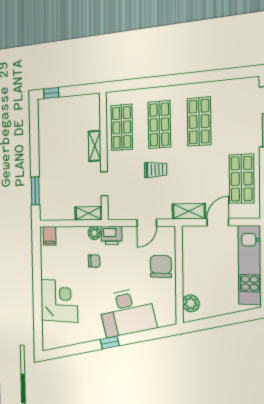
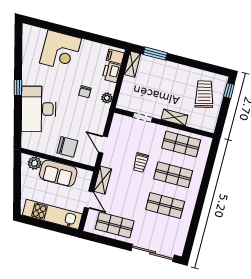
trolley: (62, 120) -> (204, 94), added
shelving: (88, 213) -> (132, 64), moved
printer: (112, 235) -> (112, 72), moved
sofa: (195, 270) -> (58, 173), added

